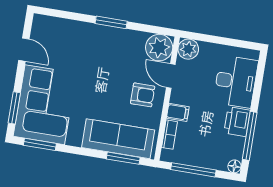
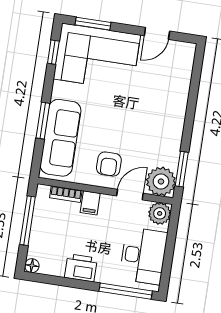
window: (111, 22) -> (182, 169), moved
desk: (236, 82) -> (143, 256), moved, turned -90
window: (250, 136) -> (126, 291), moved
window: (40, 144) -> (53, 52), width x0.67
window: (123, 158) -> (43, 121), moved

